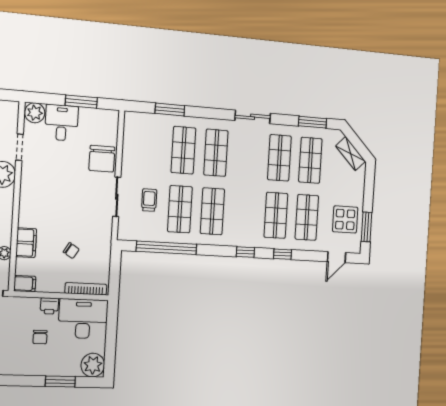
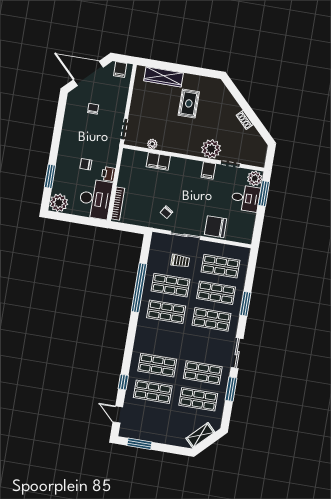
window: (81, 102) -> (264, 193), moved
window: (170, 109) -> (245, 304), moved
window: (312, 122) -> (231, 389), moved
shop shelf: (150, 148) -> (221, 266), added
display table: (345, 219) -> (147, 425), removed
window: (166, 248) -> (139, 288), moved
chair: (71, 251) -> (167, 212), moved
window: (245, 252) -> (131, 336), removed
window: (283, 254) -> (123, 382), moved
filing cabinet: (25, 284) -> (208, 170), moved

